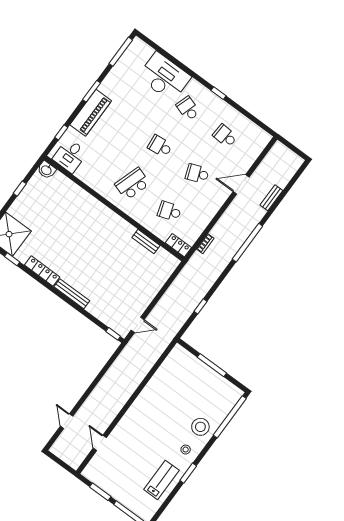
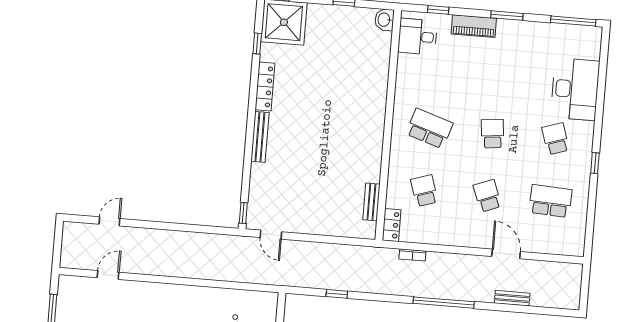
school desk: (188, 109) -> (556, 139), turned -36
piano: (91, 113) -> (474, 26), width x0.73, depth x0.75
school desk: (225, 136) -> (550, 201), width x1.85
bench: (146, 241) -> (371, 202), moved

